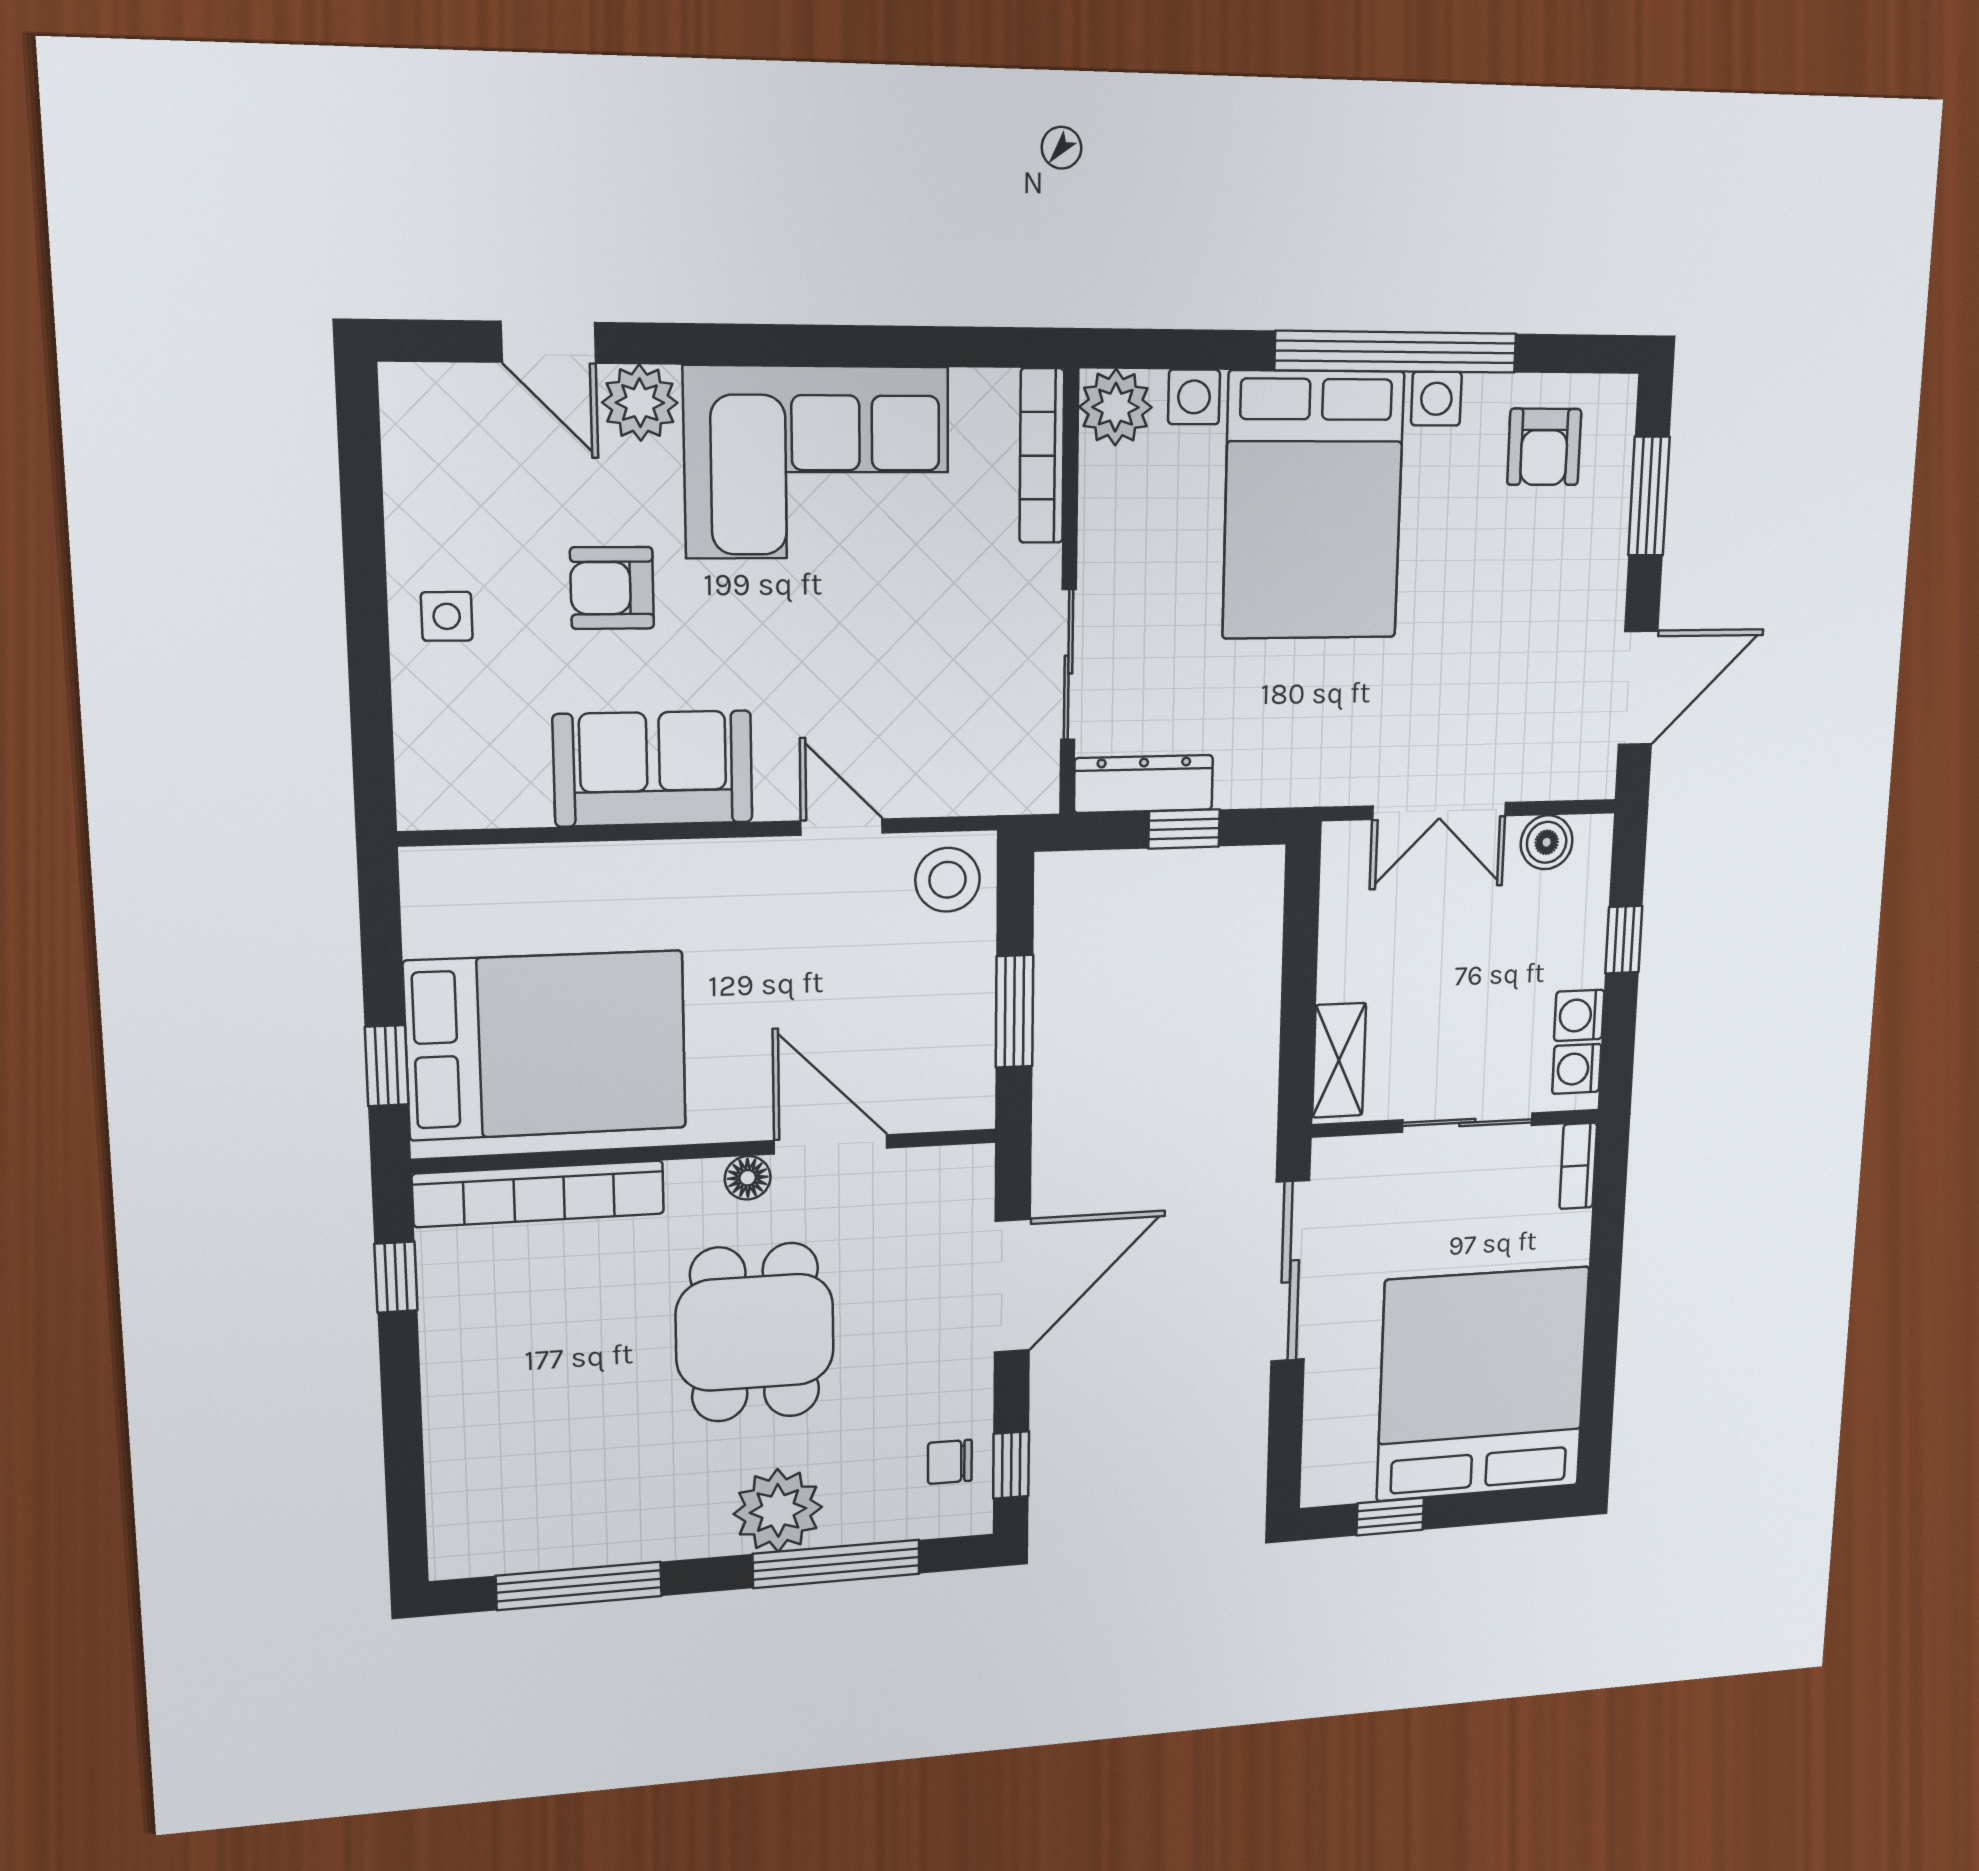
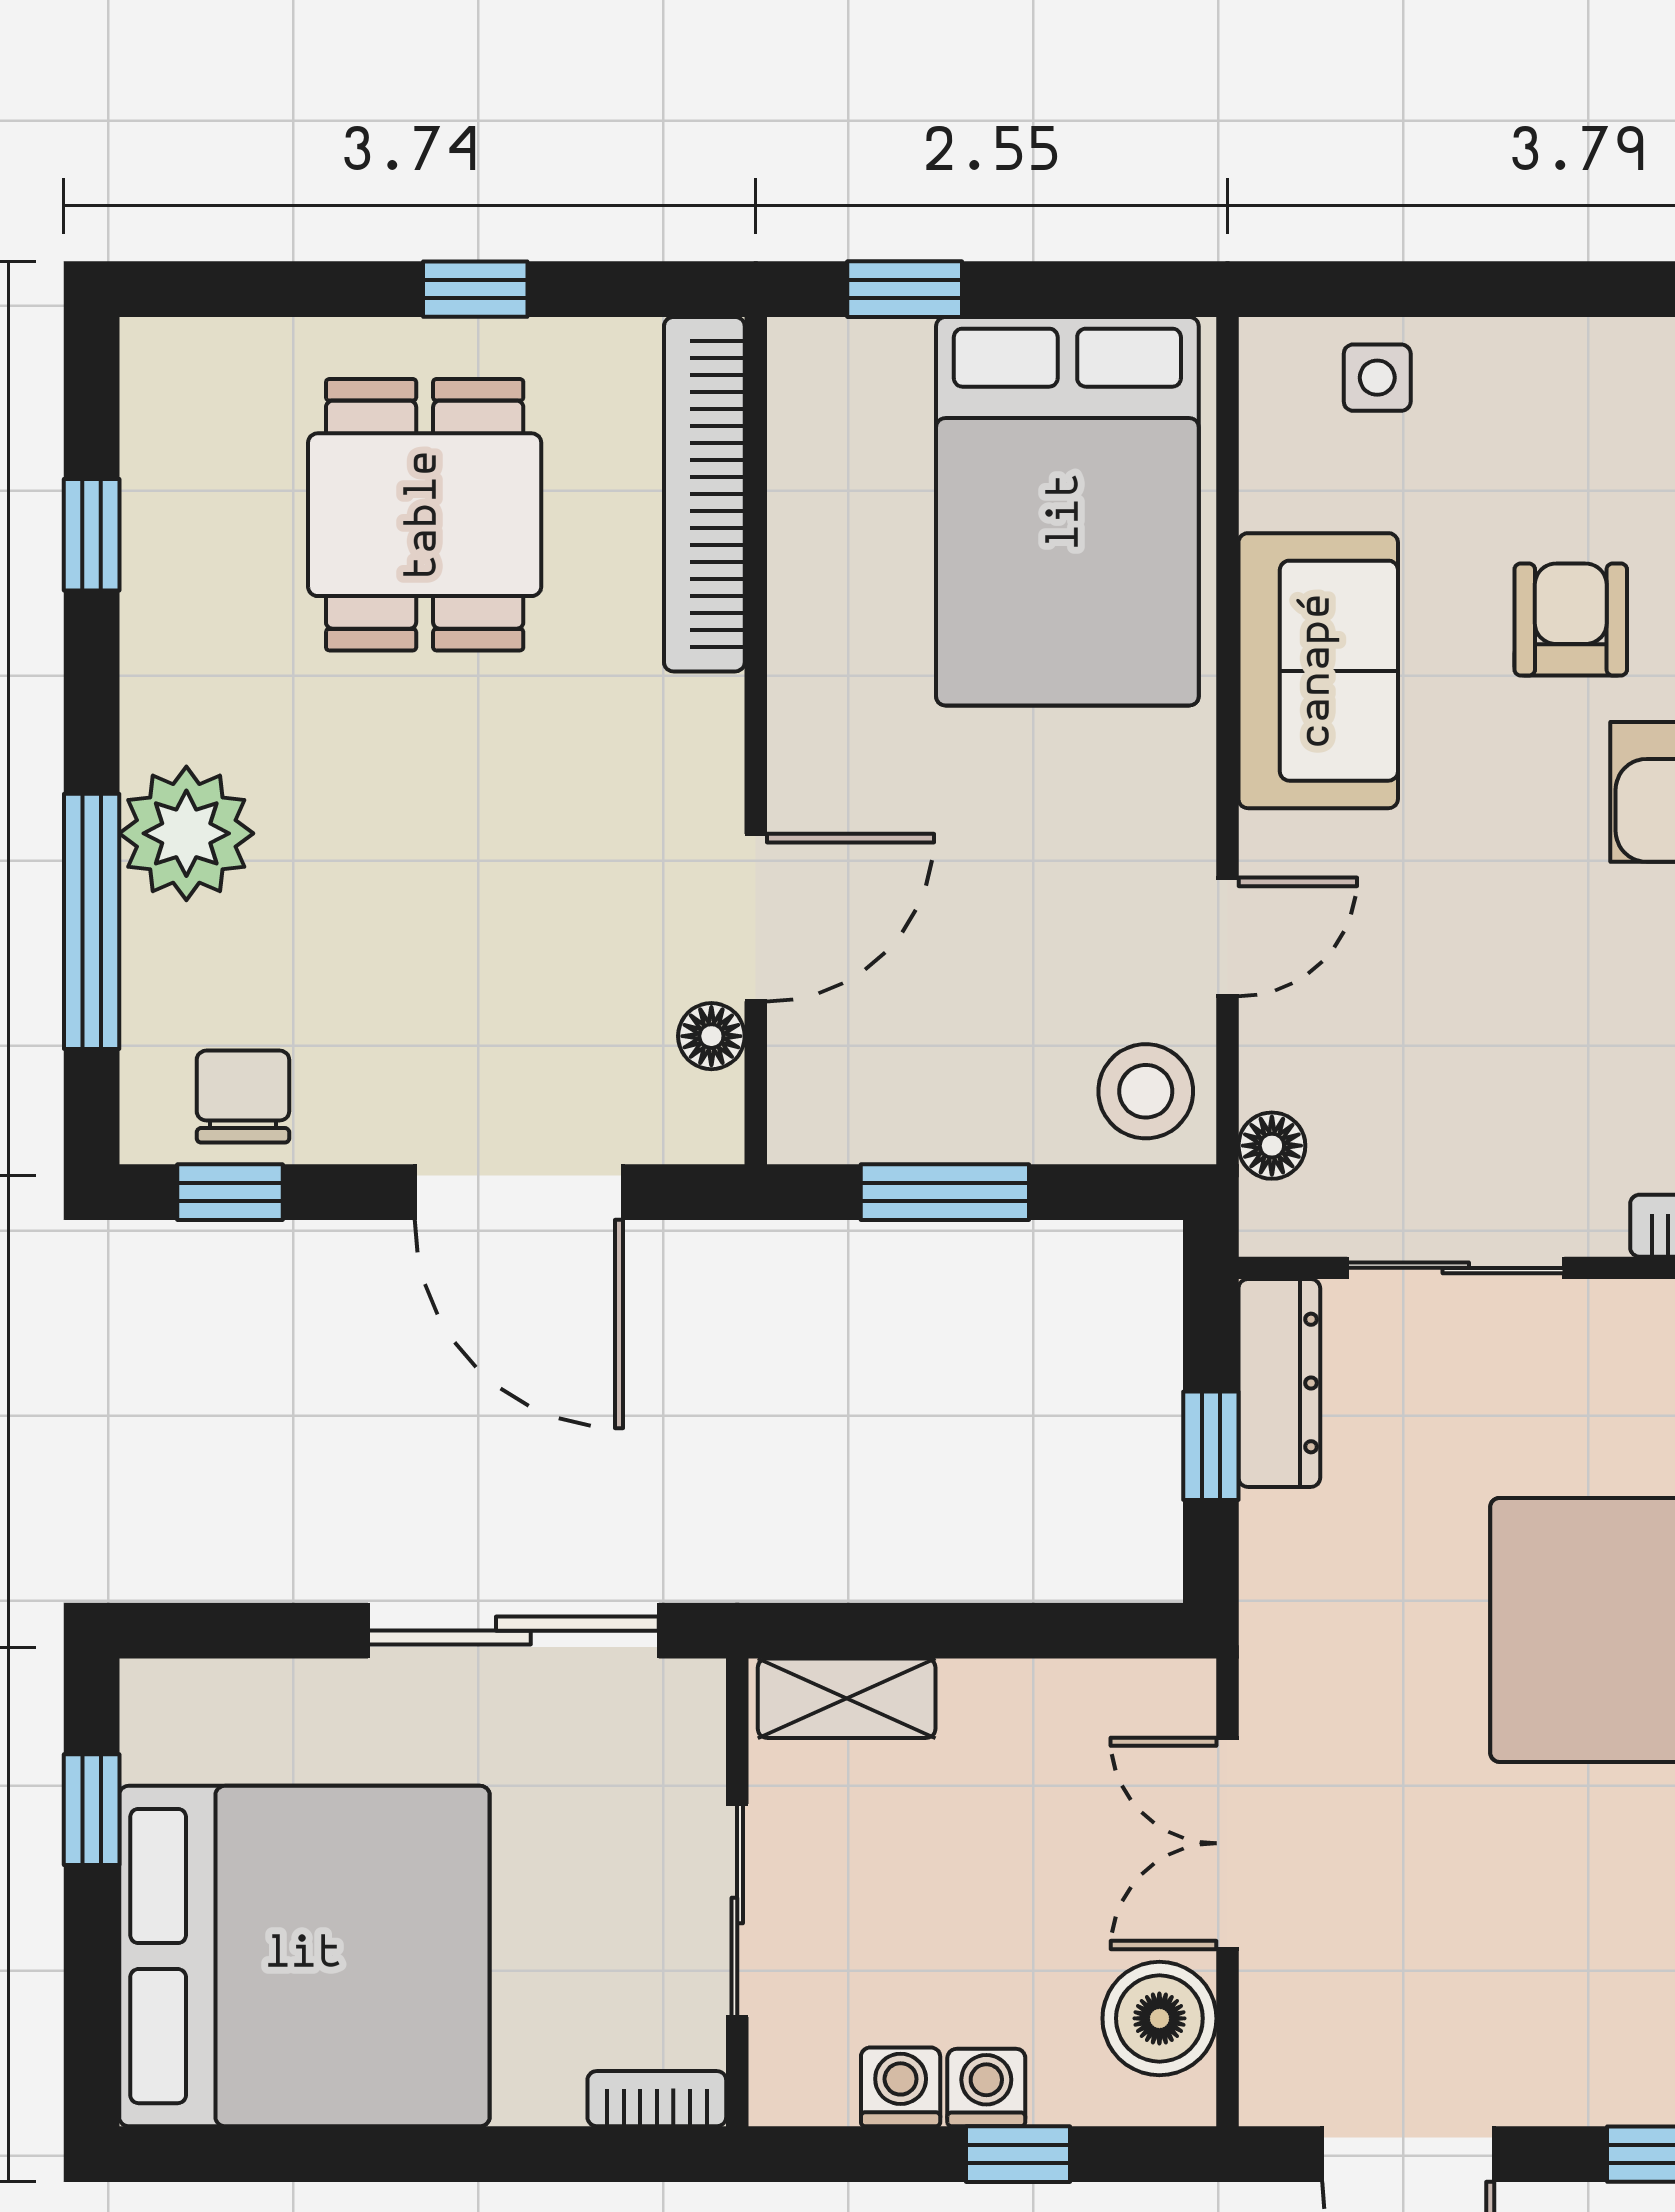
side table: (447, 616) -> (1377, 378), moved
floor lamp: (985, 793) -> (1272, 1146), added
boiler: (1547, 842) -> (1159, 2018), width x1.36, depth x1.36
bed: (546, 1045) -> (1067, 511), moved
washing machine: (1577, 1069) -> (986, 2087), moved
floor lamp: (748, 1178) -> (711, 1036), moved
window: (396, 1277) -> (475, 289), moved
dining table: (755, 1332) -> (425, 515), moved, turned 90
chair: (950, 1462) -> (243, 1097), width x1.37, depth x1.37
window: (579, 1586) -> (92, 535), width x0.46

